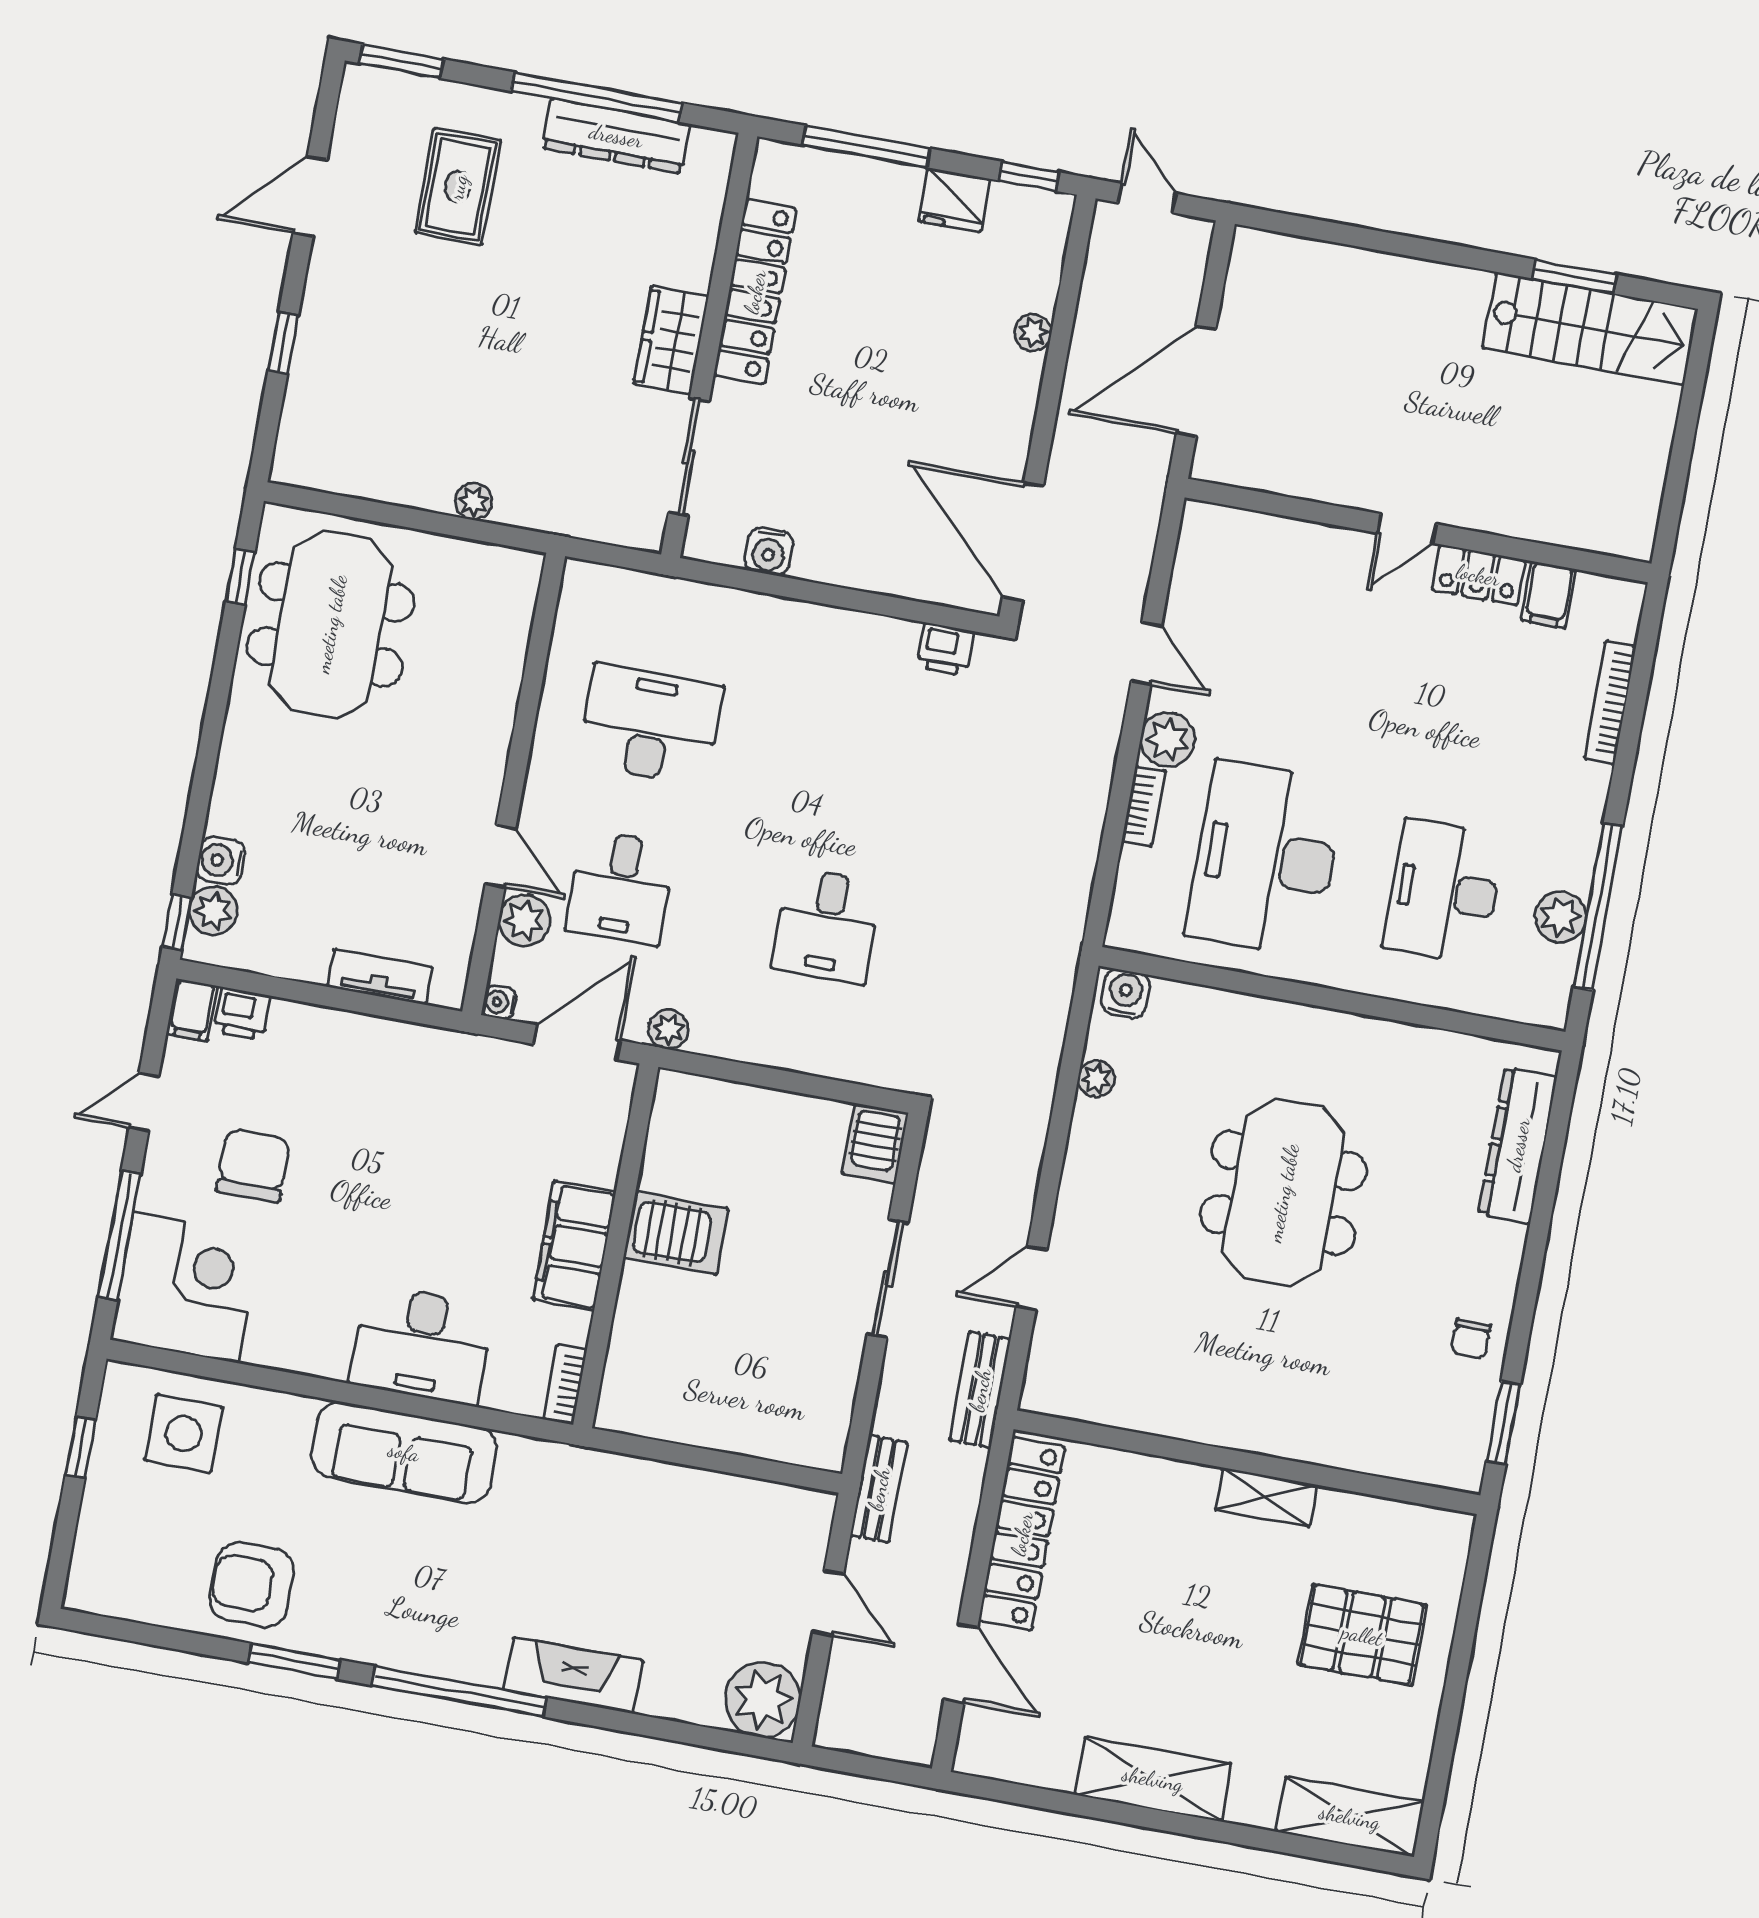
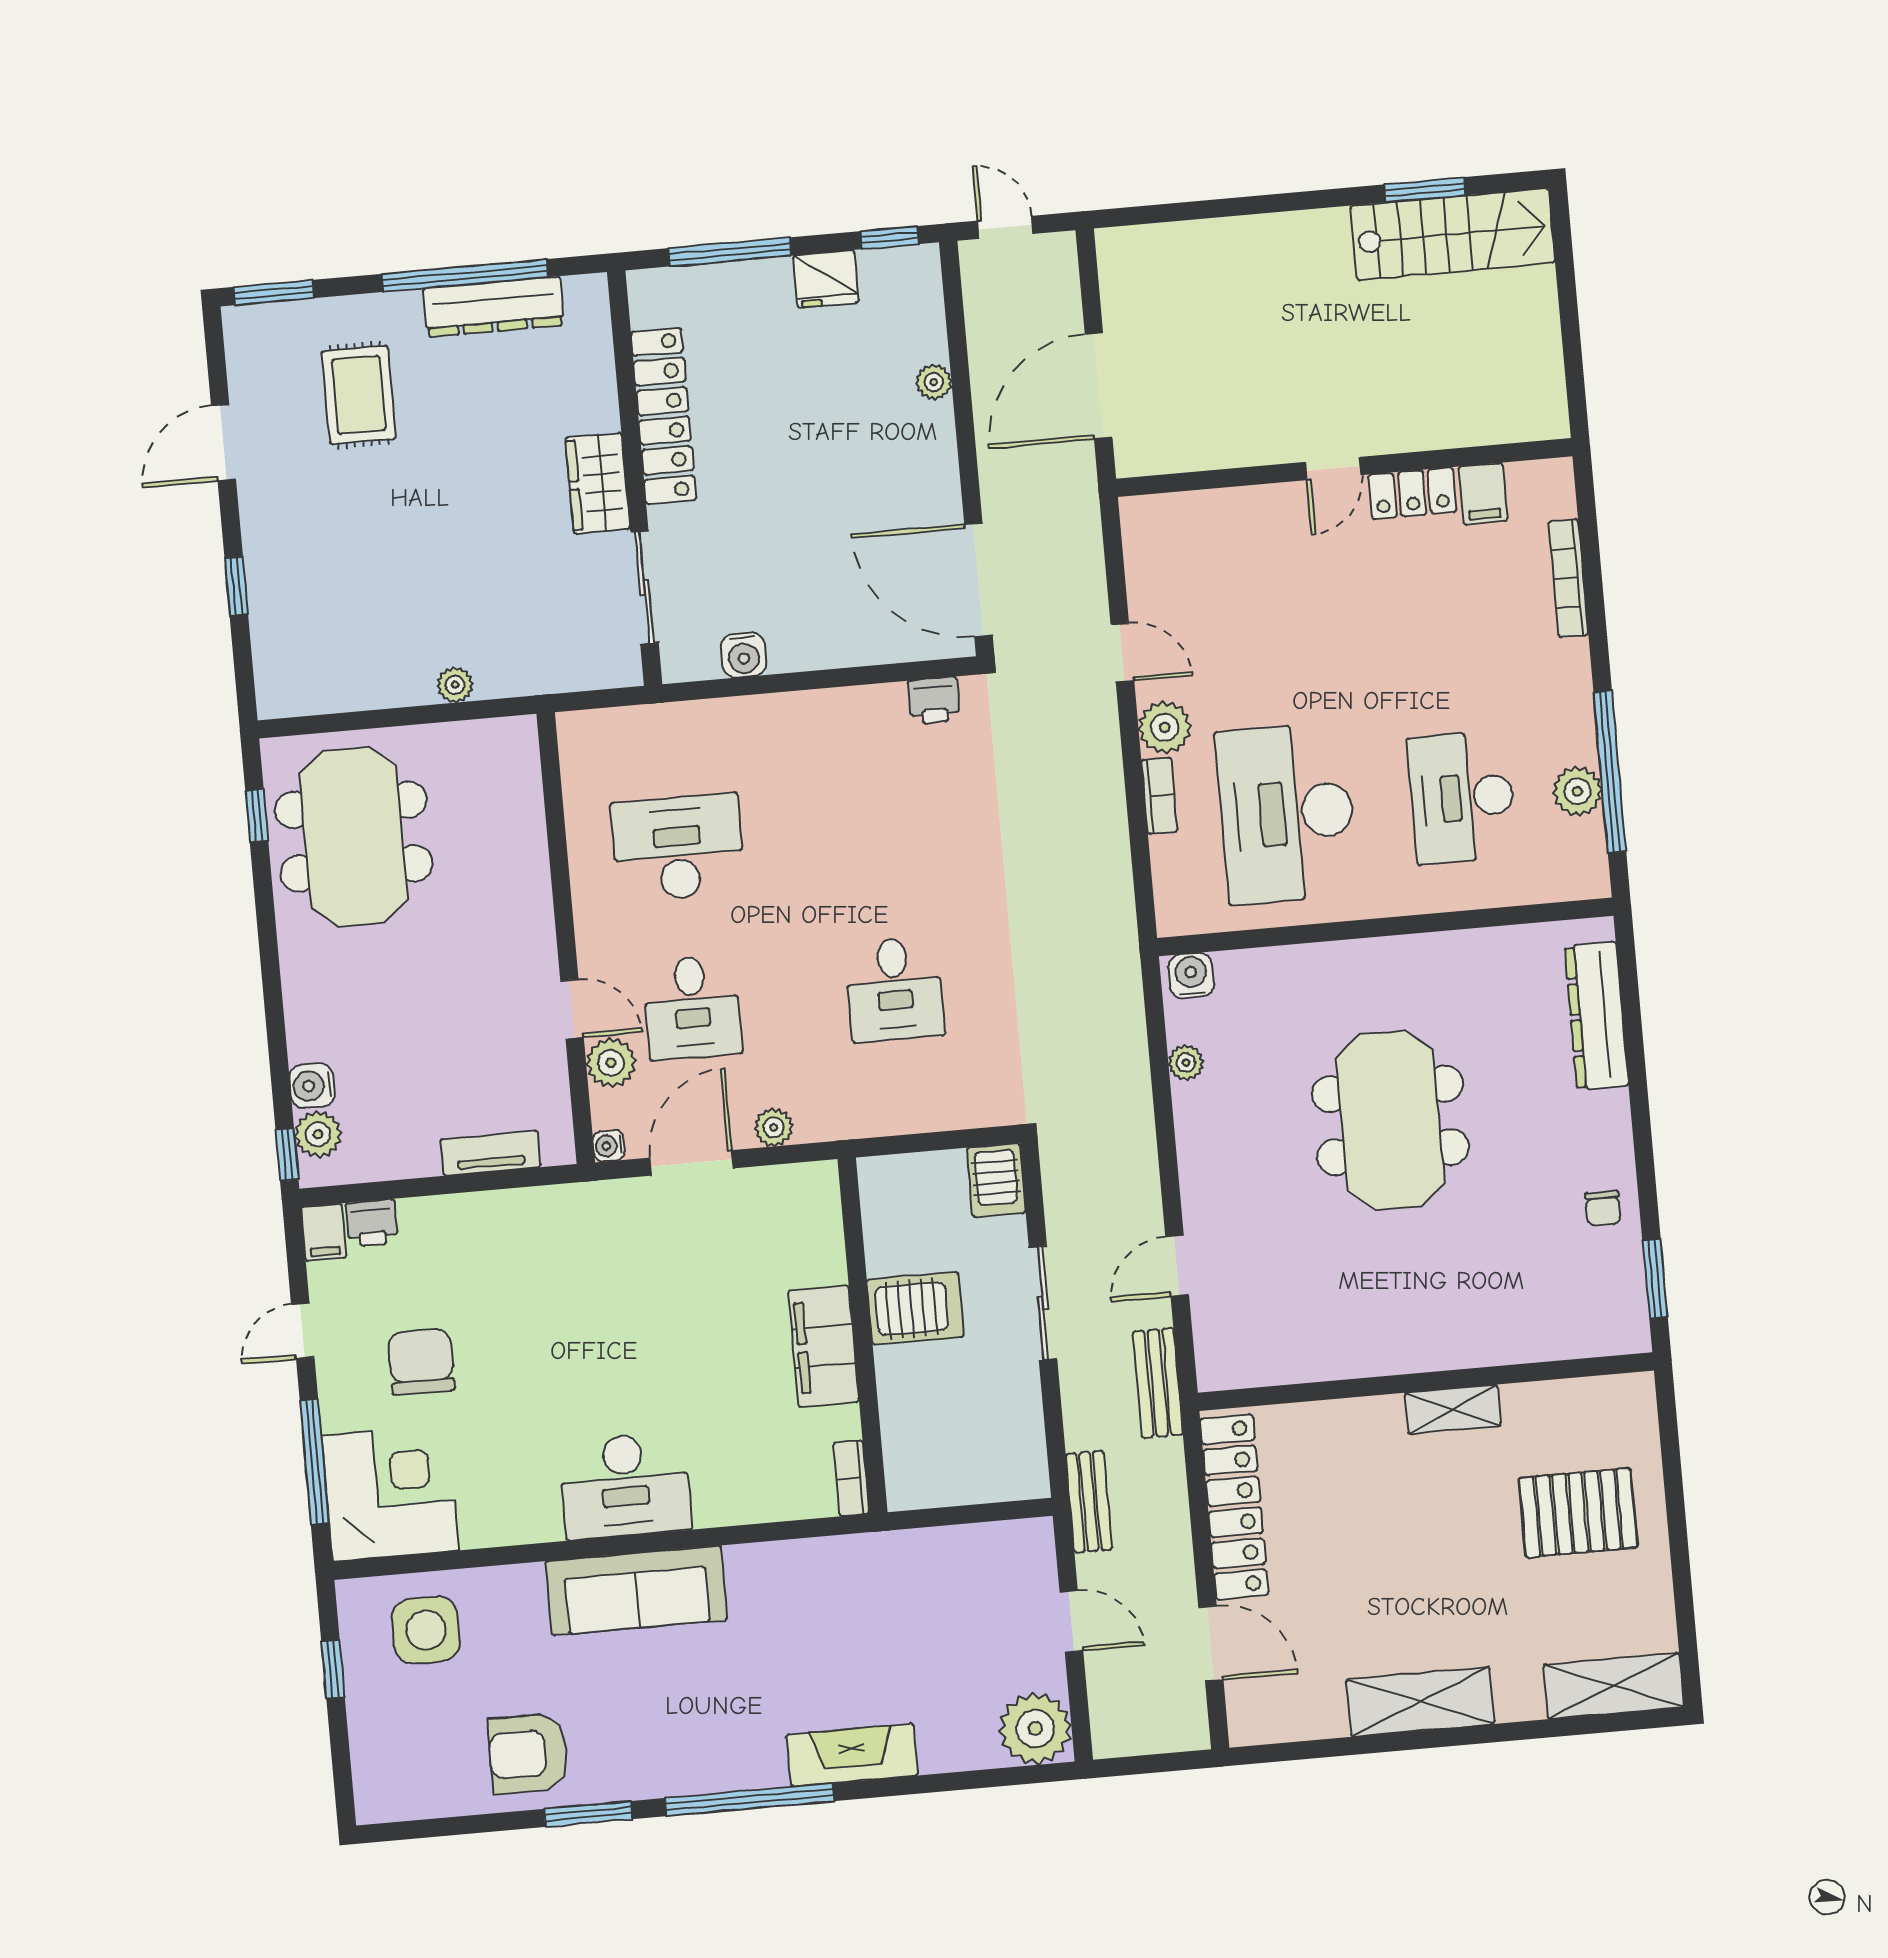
server rack: (676, 1233) -> (915, 1308), moved
filing cabinet: (574, 1246) -> (824, 1346), moved
wall: (616, 1246) -> (862, 1336), moved
bookcase: (565, 1385) -> (851, 1478), moved

